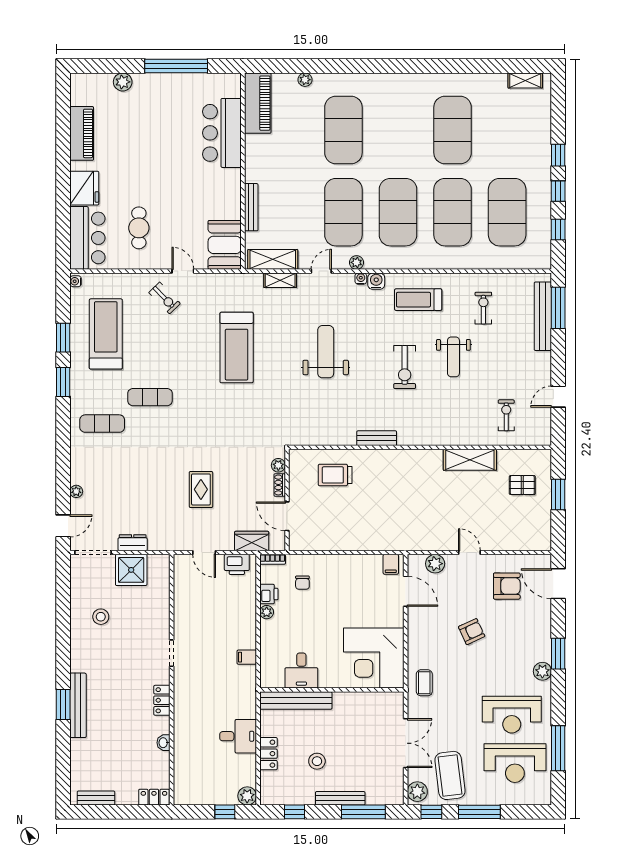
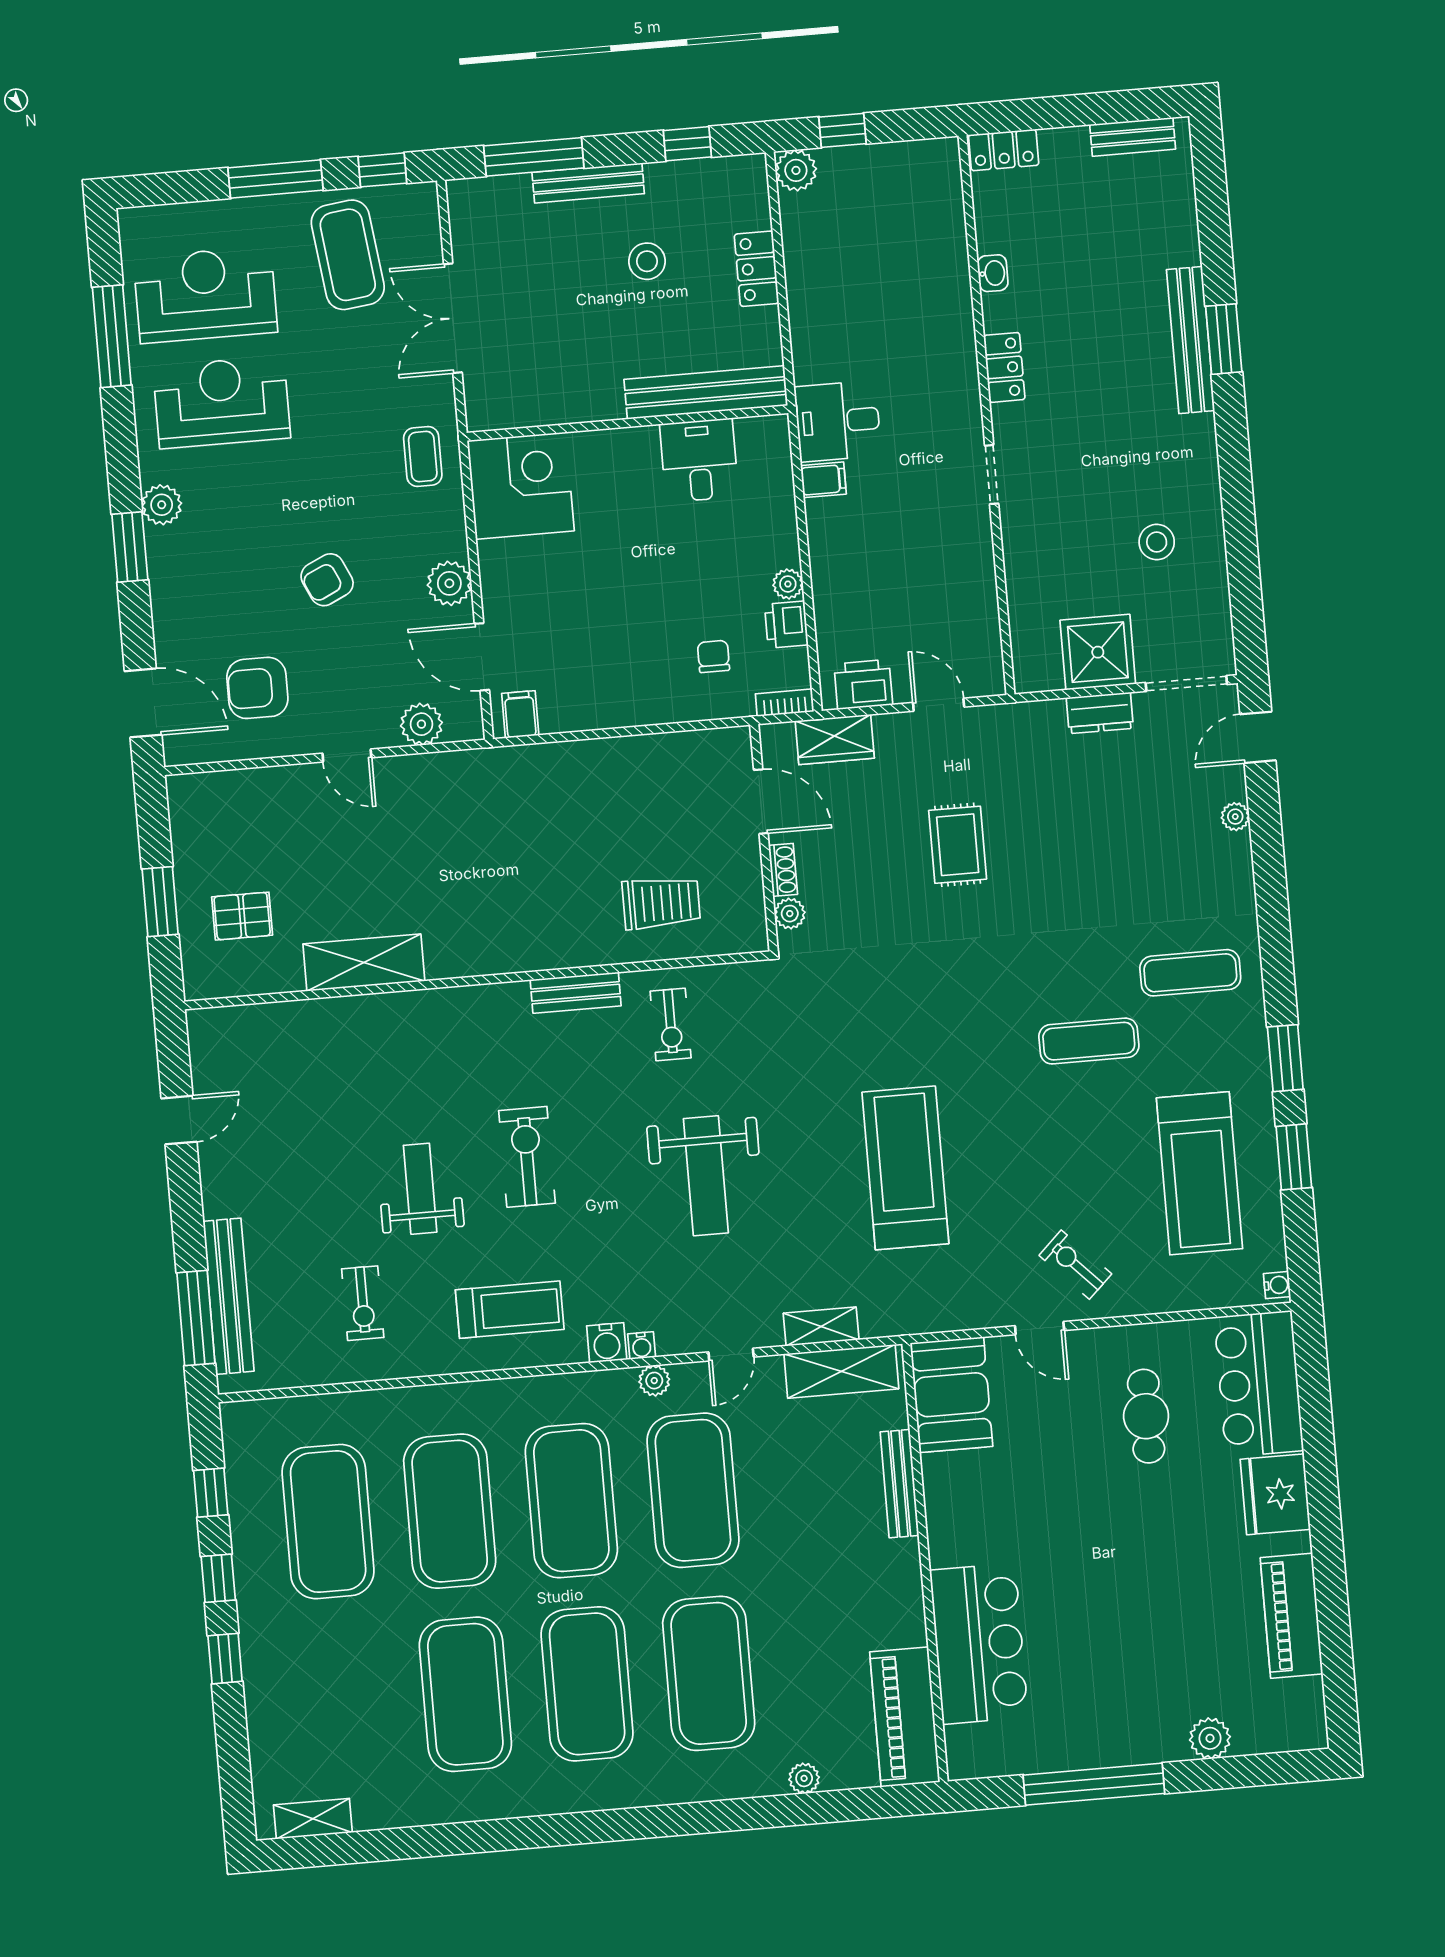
exercise mat: (398, 130) -> (587, 1684), added
exercise bike: (506, 415) -> (671, 1025), moved
corner desk: (374, 658) -> (521, 486), width x0.74, depth x0.74
desk: (238, 736) -> (838, 421), moved
plant: (417, 792) -> (449, 583), moved

